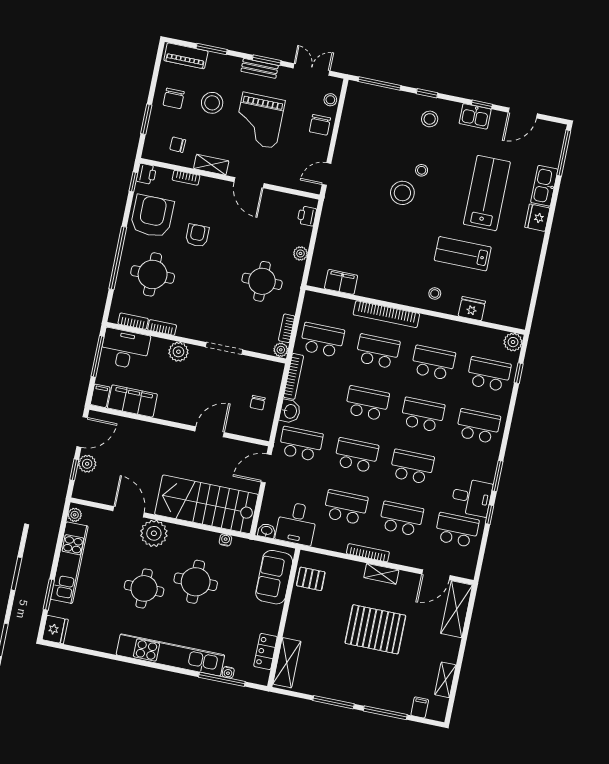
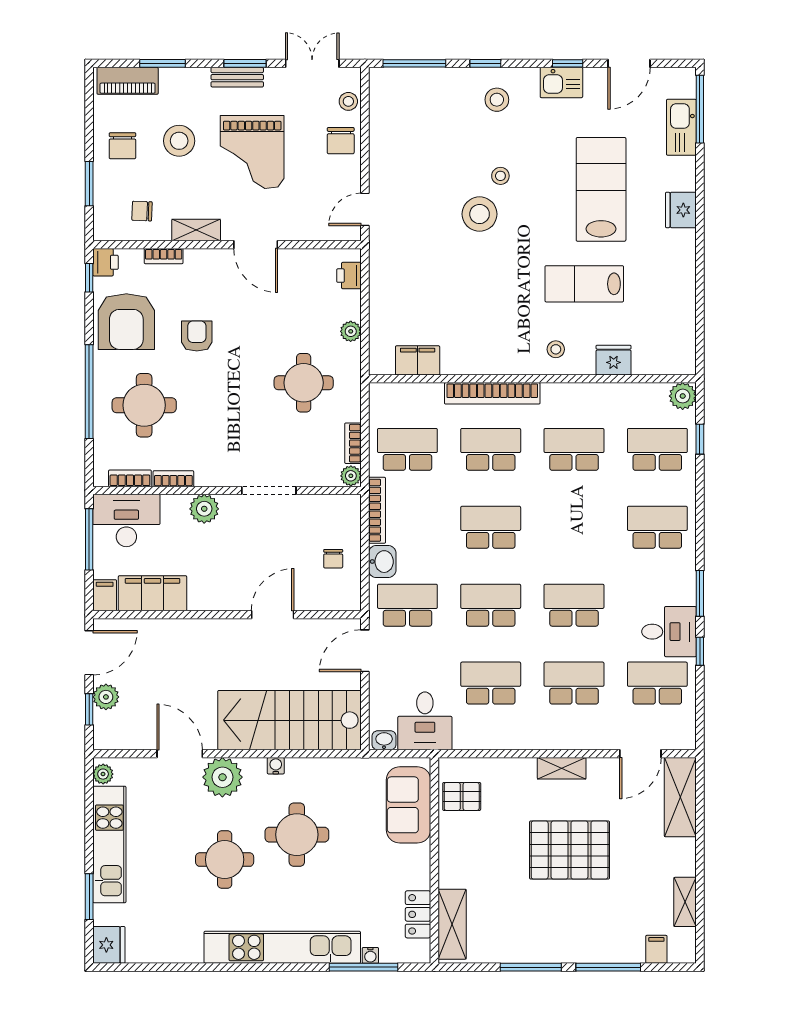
kitchen sink: (544, 186) -> (681, 127), moved
armchair: (152, 216) -> (126, 322), turned 180
school desk: (423, 415) -> (574, 527), removed
water cooler: (225, 540) -> (276, 766), moved
bookcase: (368, 553) -> (536, 742), removed

